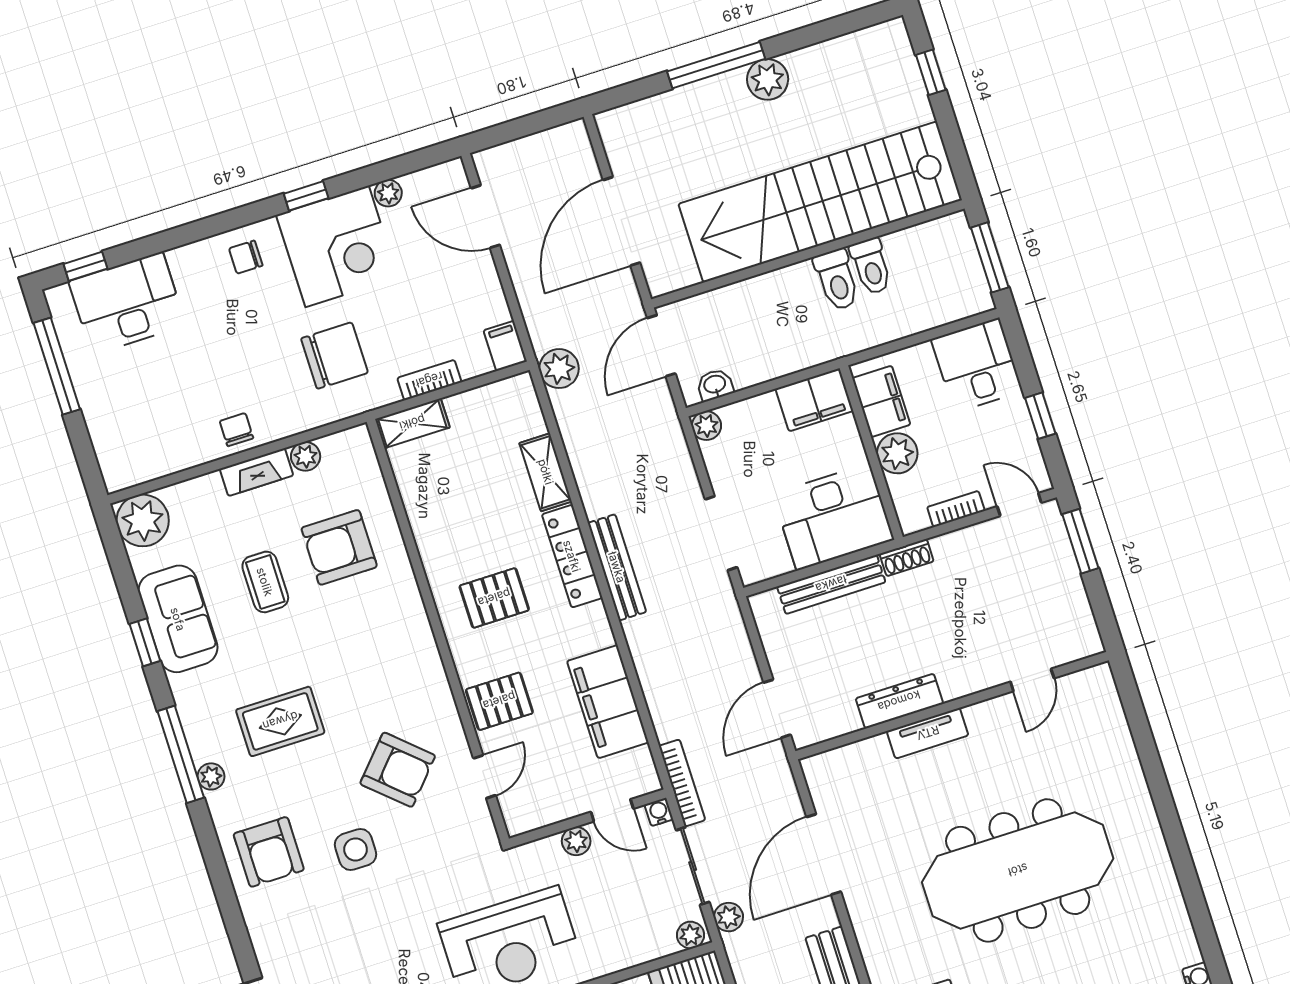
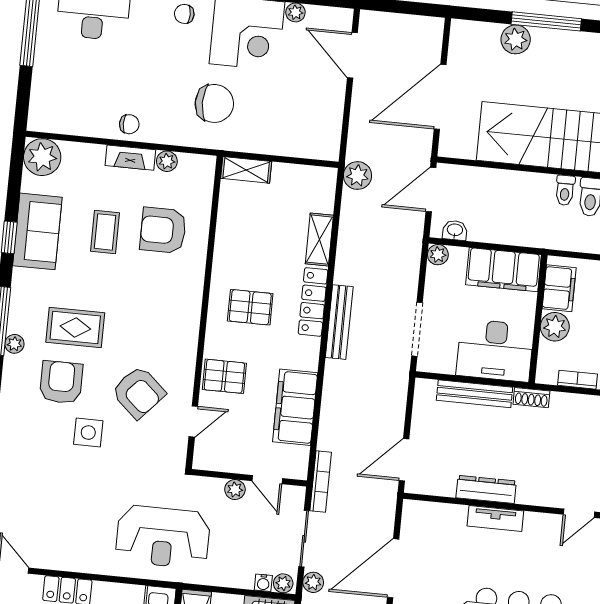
plant: (768, 79) -> (516, 39), moved
toilet: (837, 280) -> (565, 190), width x0.73, depth x0.72
filing cabinet: (505, 346) -> (329, 145), removed
bookcase: (429, 380) -> (269, 146), removed
filing cabinet: (814, 400) -> (503, 270), width x1.50, depth x1.17
chair: (236, 430) -> (129, 124), turned 90
water cooler: (659, 812) -> (263, 583), moved, turned 180
armchair: (269, 852) -> (61, 382), moved, turned 180

